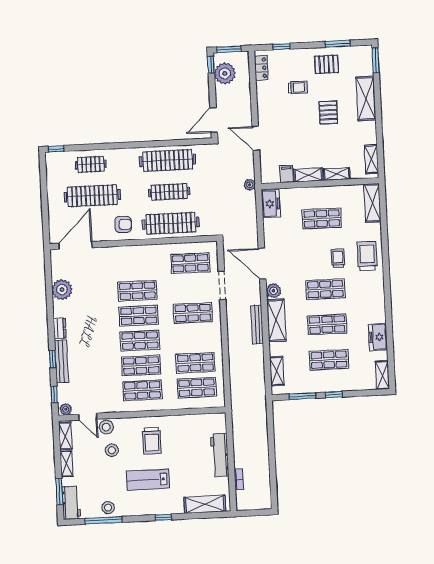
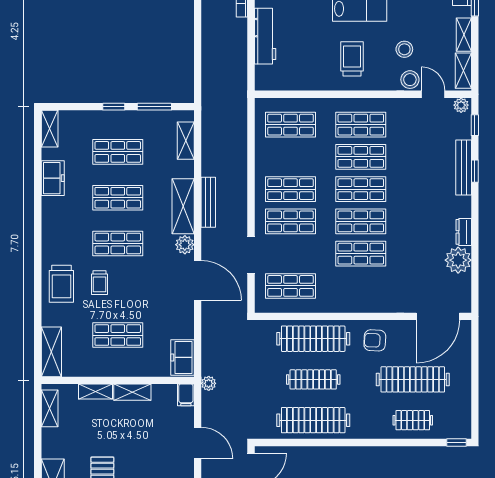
filing cabinet: (286, 174) -> (186, 395), moved
dresser: (60, 328) -> (464, 232), moved
shop shelf: (195, 363) -> (291, 189), moved

